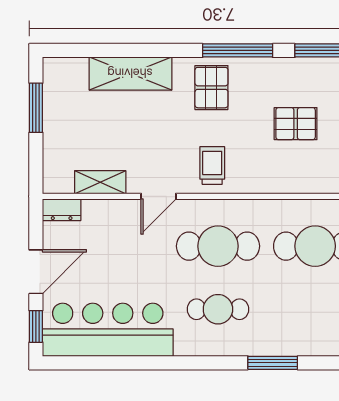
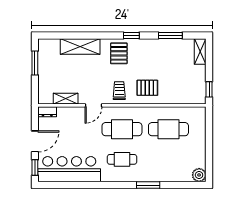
window: (238, 50) -> (131, 36), width x0.46
pallet: (296, 124) -> (147, 88), moved

